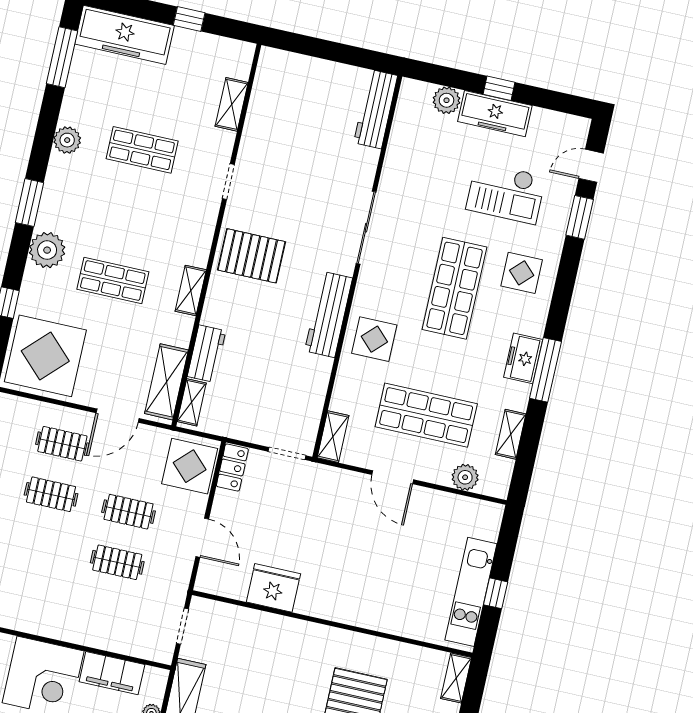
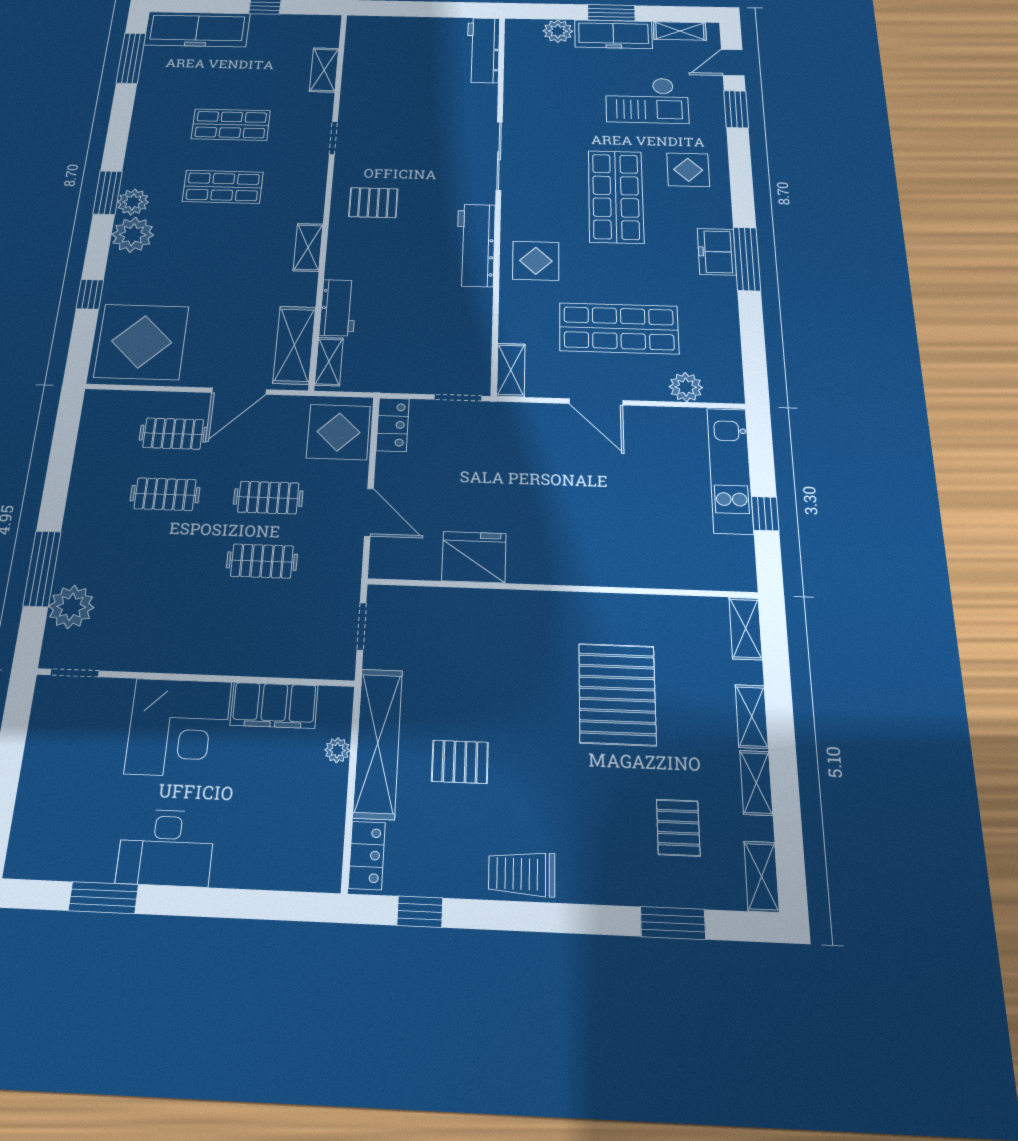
window: (499, 88) -> (611, 13), width x1.50
plant: (67, 140) -> (133, 202), moved
pallet: (252, 256) -> (373, 203), width x0.67, depth x0.71
shop shelf: (113, 281) -> (223, 187), moved
shelving: (511, 434) -> (680, 31), moved, turned 90
kitchen unit: (471, 592) -> (730, 470), moved

